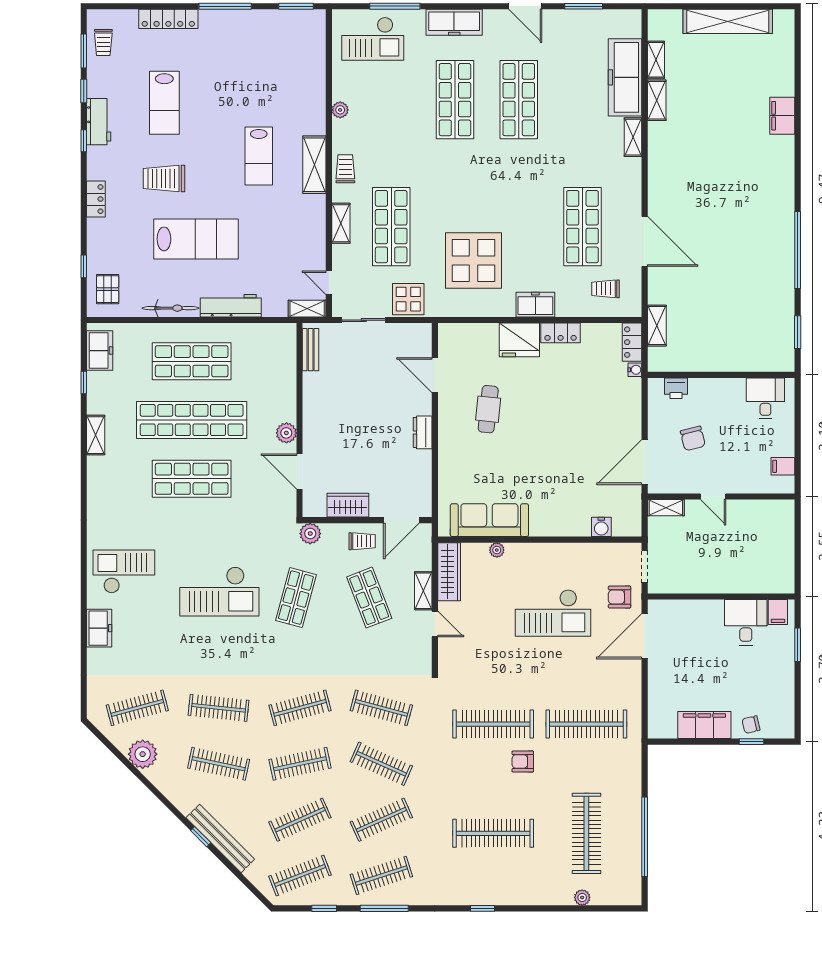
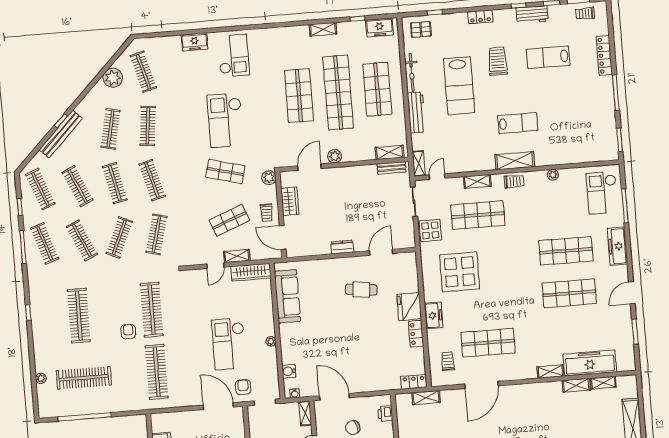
lab bench: (259, 156) -> (518, 123), turned 180
shelving: (287, 351) -> (390, 152), added
water cooler: (635, 370) -> (295, 393), moved
plant: (497, 550) -> (271, 341), moved

